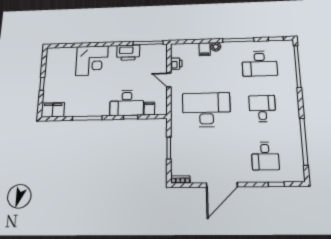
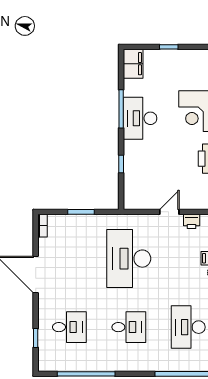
desk: (127, 103) -> (140, 118), moved
filing cabinet: (149, 108) -> (132, 187), removed
desk: (206, 110) -> (129, 259), turned 180
desk: (265, 156) -> (69, 327), turned 180

